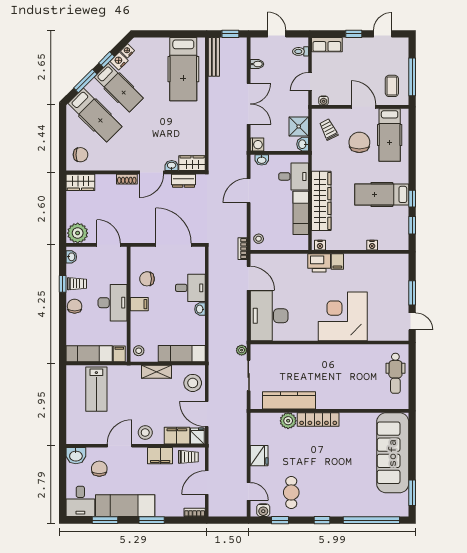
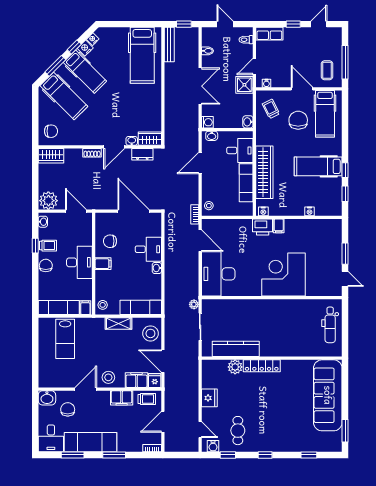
shower: (299, 126) -> (244, 85), moved
window: (371, 520) -> (309, 455), width x0.32

